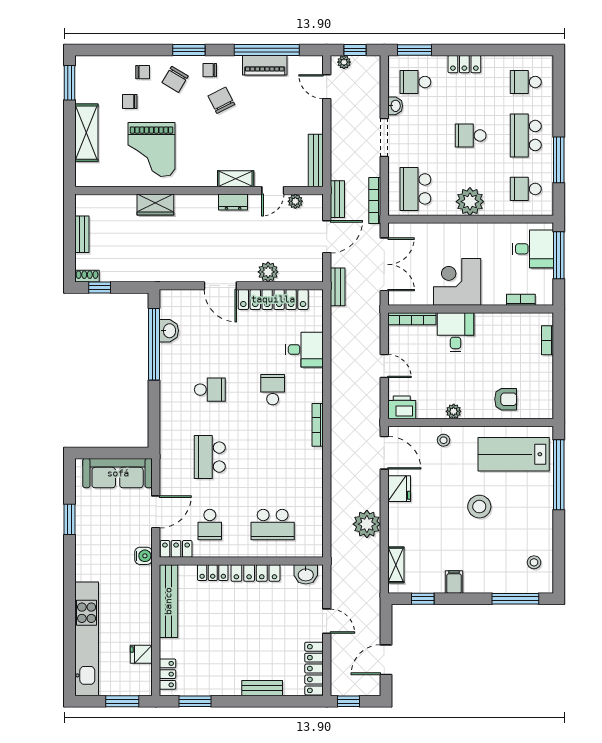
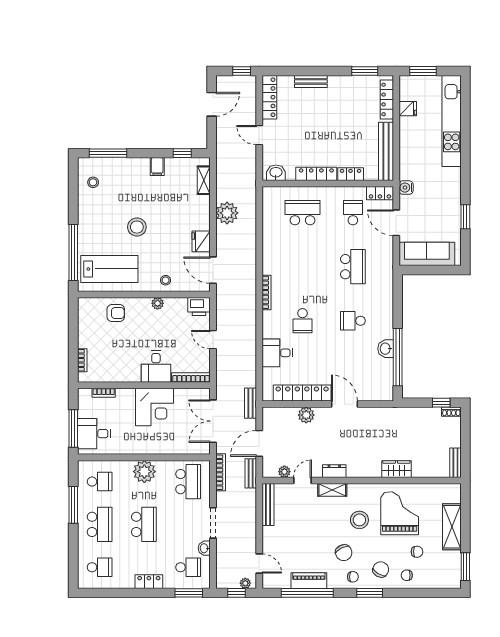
school desk: (471, 135) -> (144, 524), width x1.85
stool: (202, 141) -> (359, 520), added
bench: (82, 234) -> (455, 463), moved
washbasin: (169, 331) -> (386, 349), moved
armchair: (506, 399) -> (116, 313), turned 180
door: (156, 512) -> (396, 223), hinge flipped
locker: (167, 674) -> (387, 99), width x1.53

